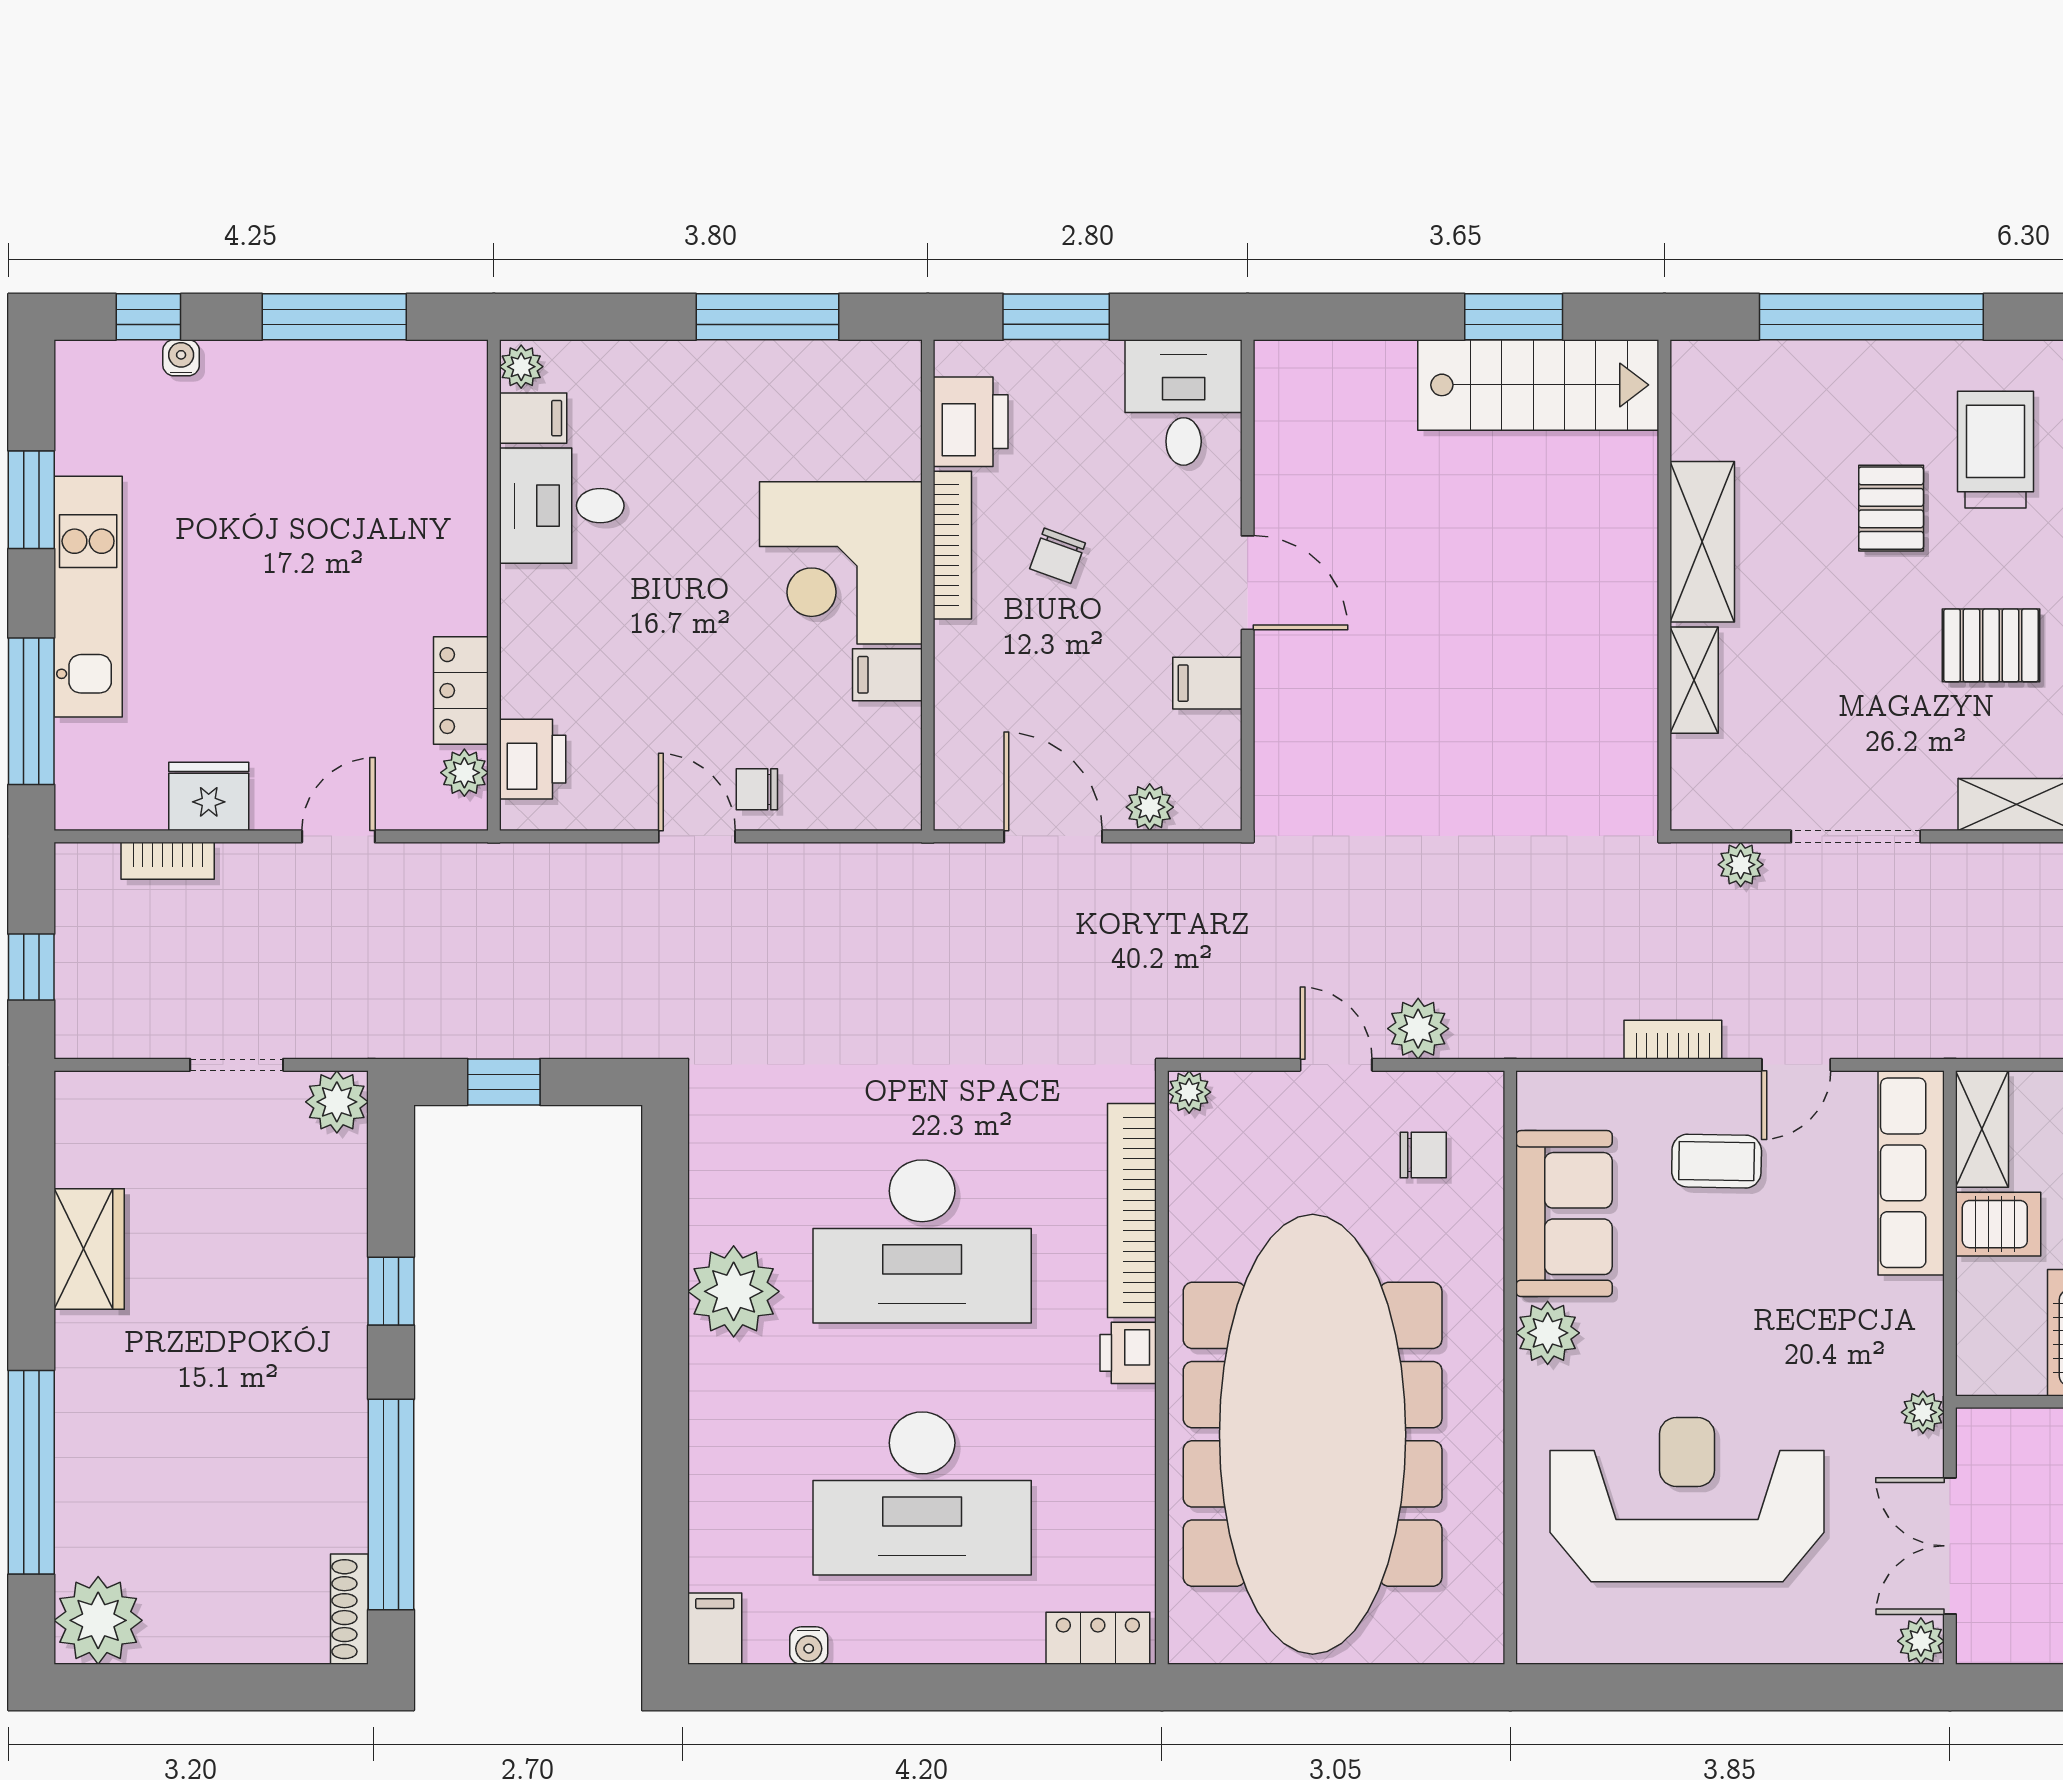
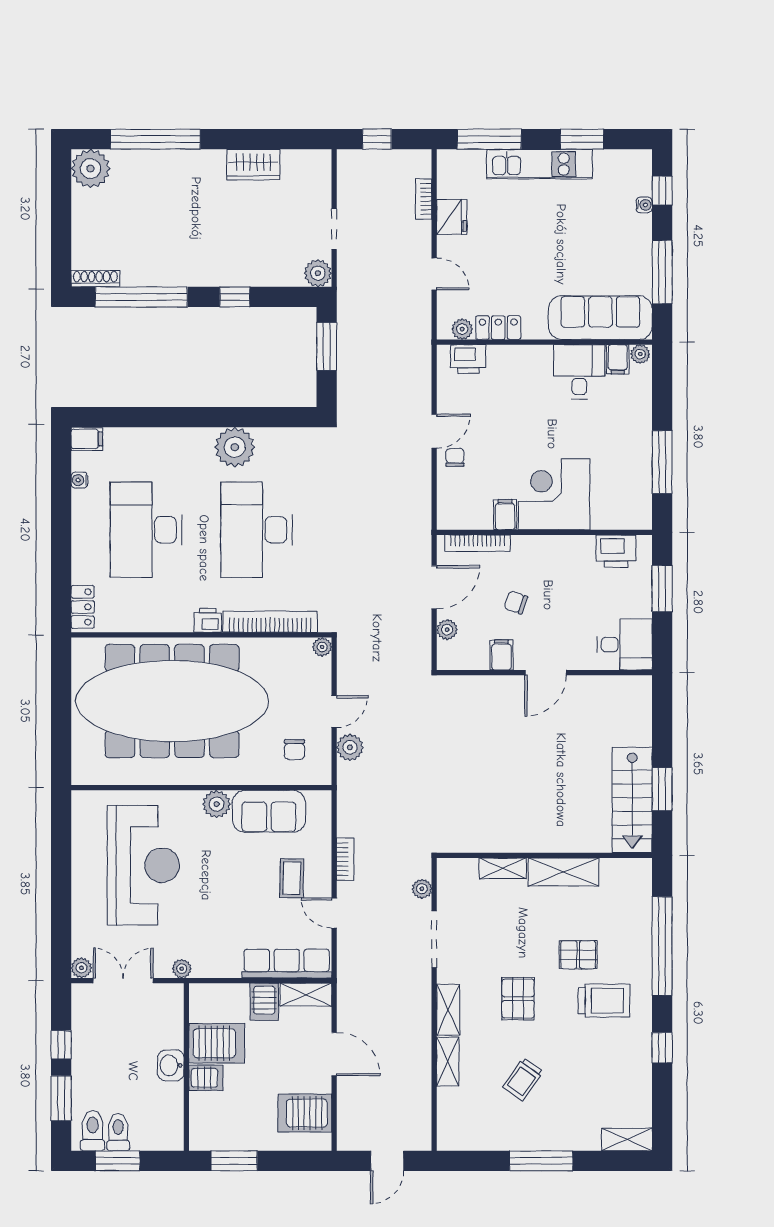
sofa: (438, 458) -> (600, 318), added
bookcase: (952, 545) -> (478, 543), moved
chair: (1058, 556) -> (516, 602), moved
window: (504, 1082) -> (327, 346), width x1.50

